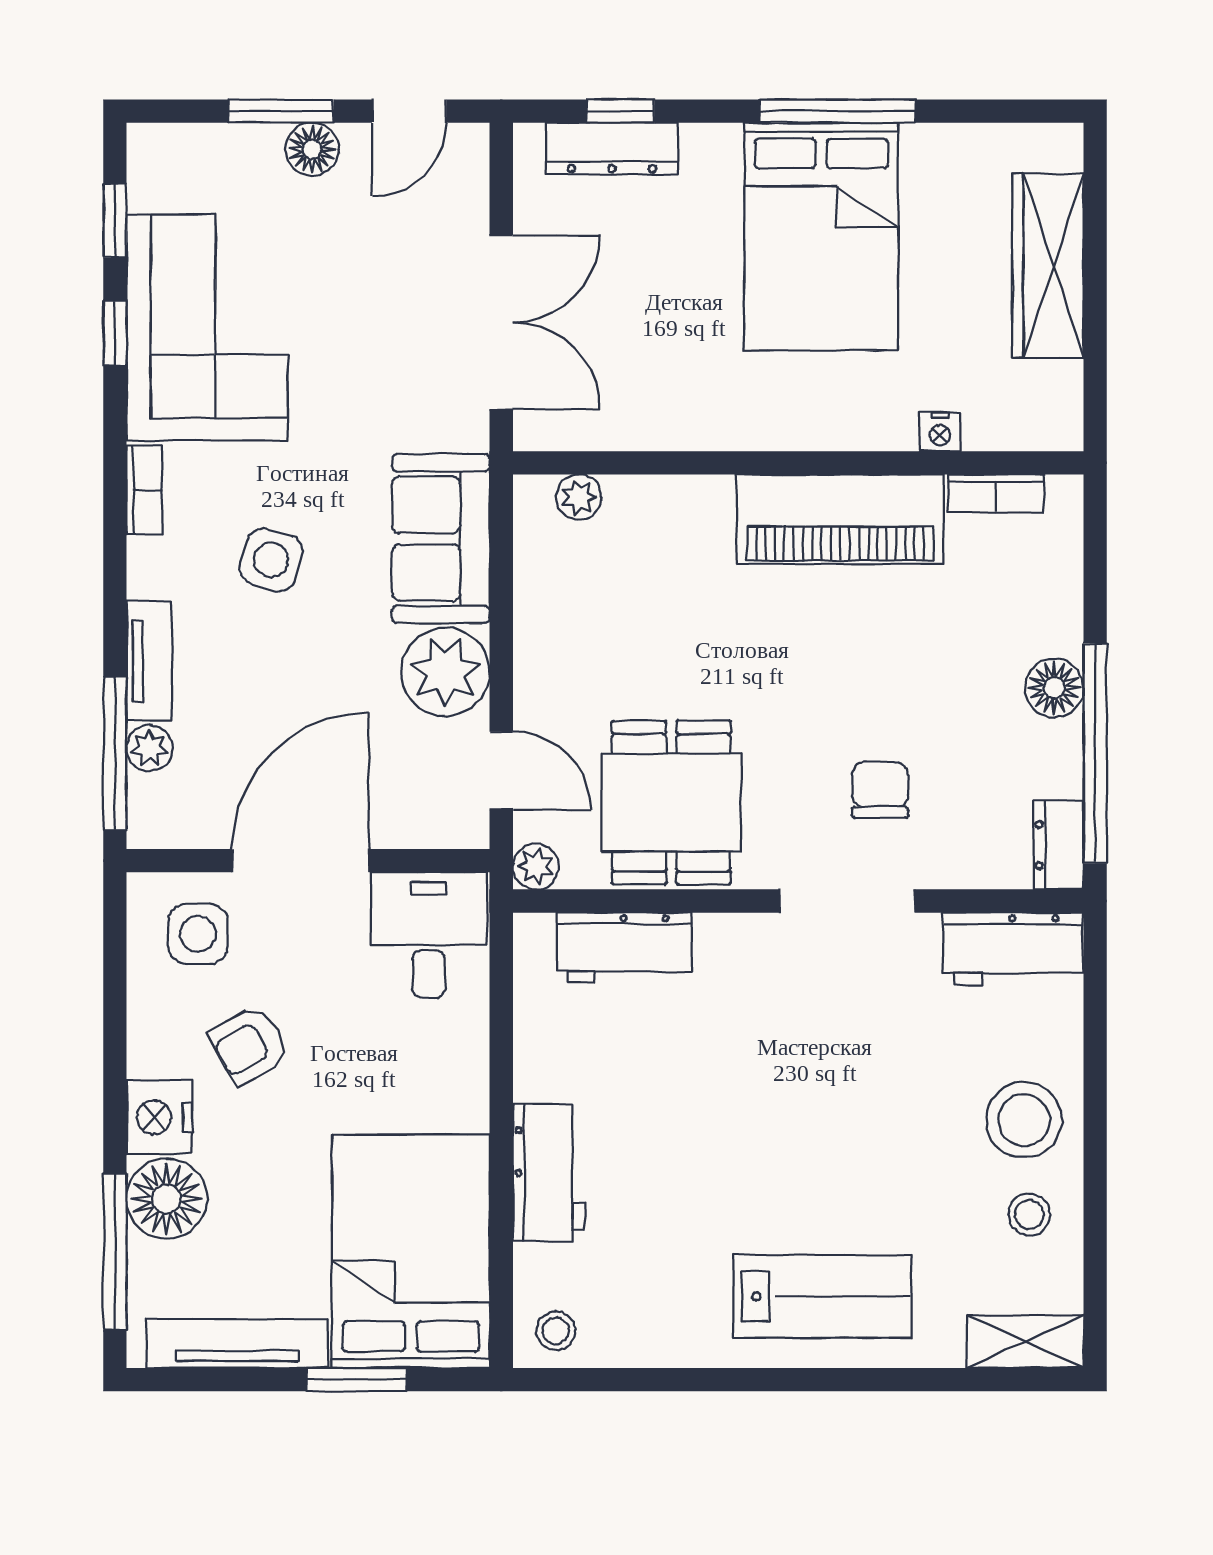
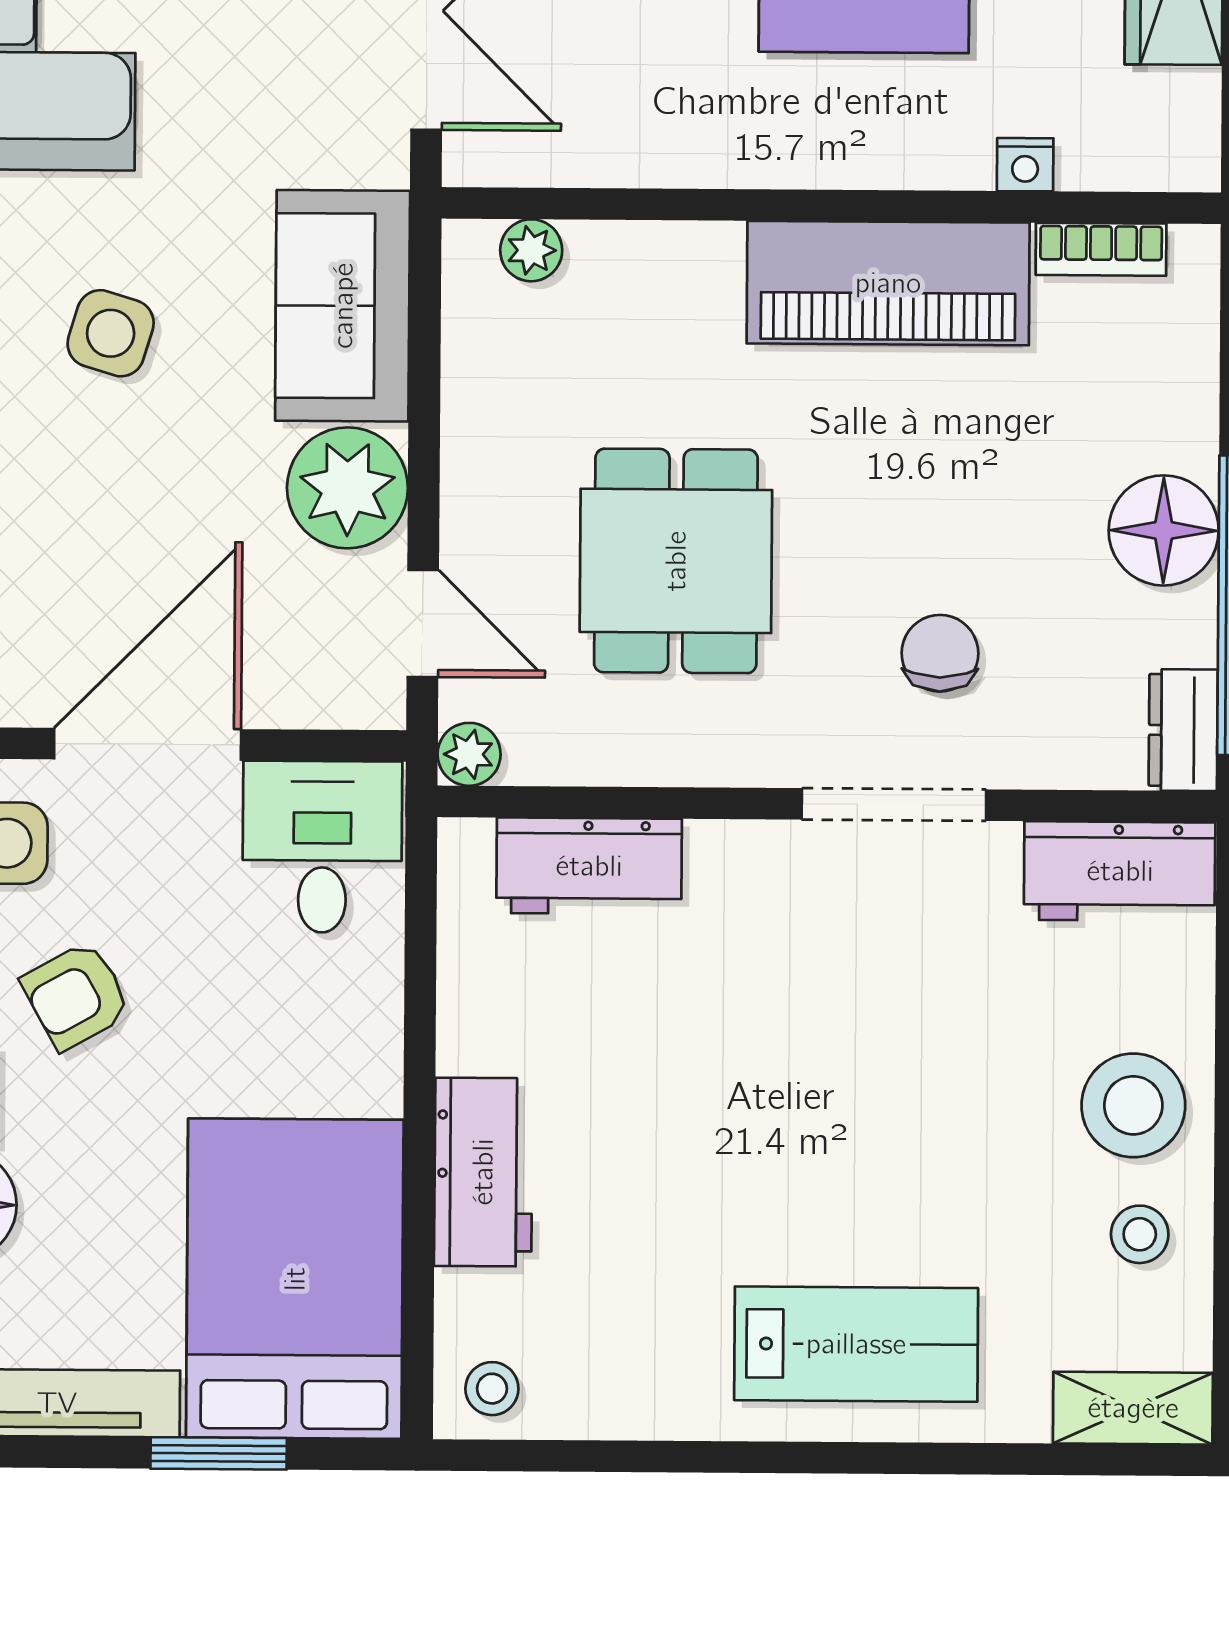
floor lamp: (1054, 688) -> (1164, 530), width x1.38, depth x1.38
dining table: (671, 803) -> (676, 561), moved

